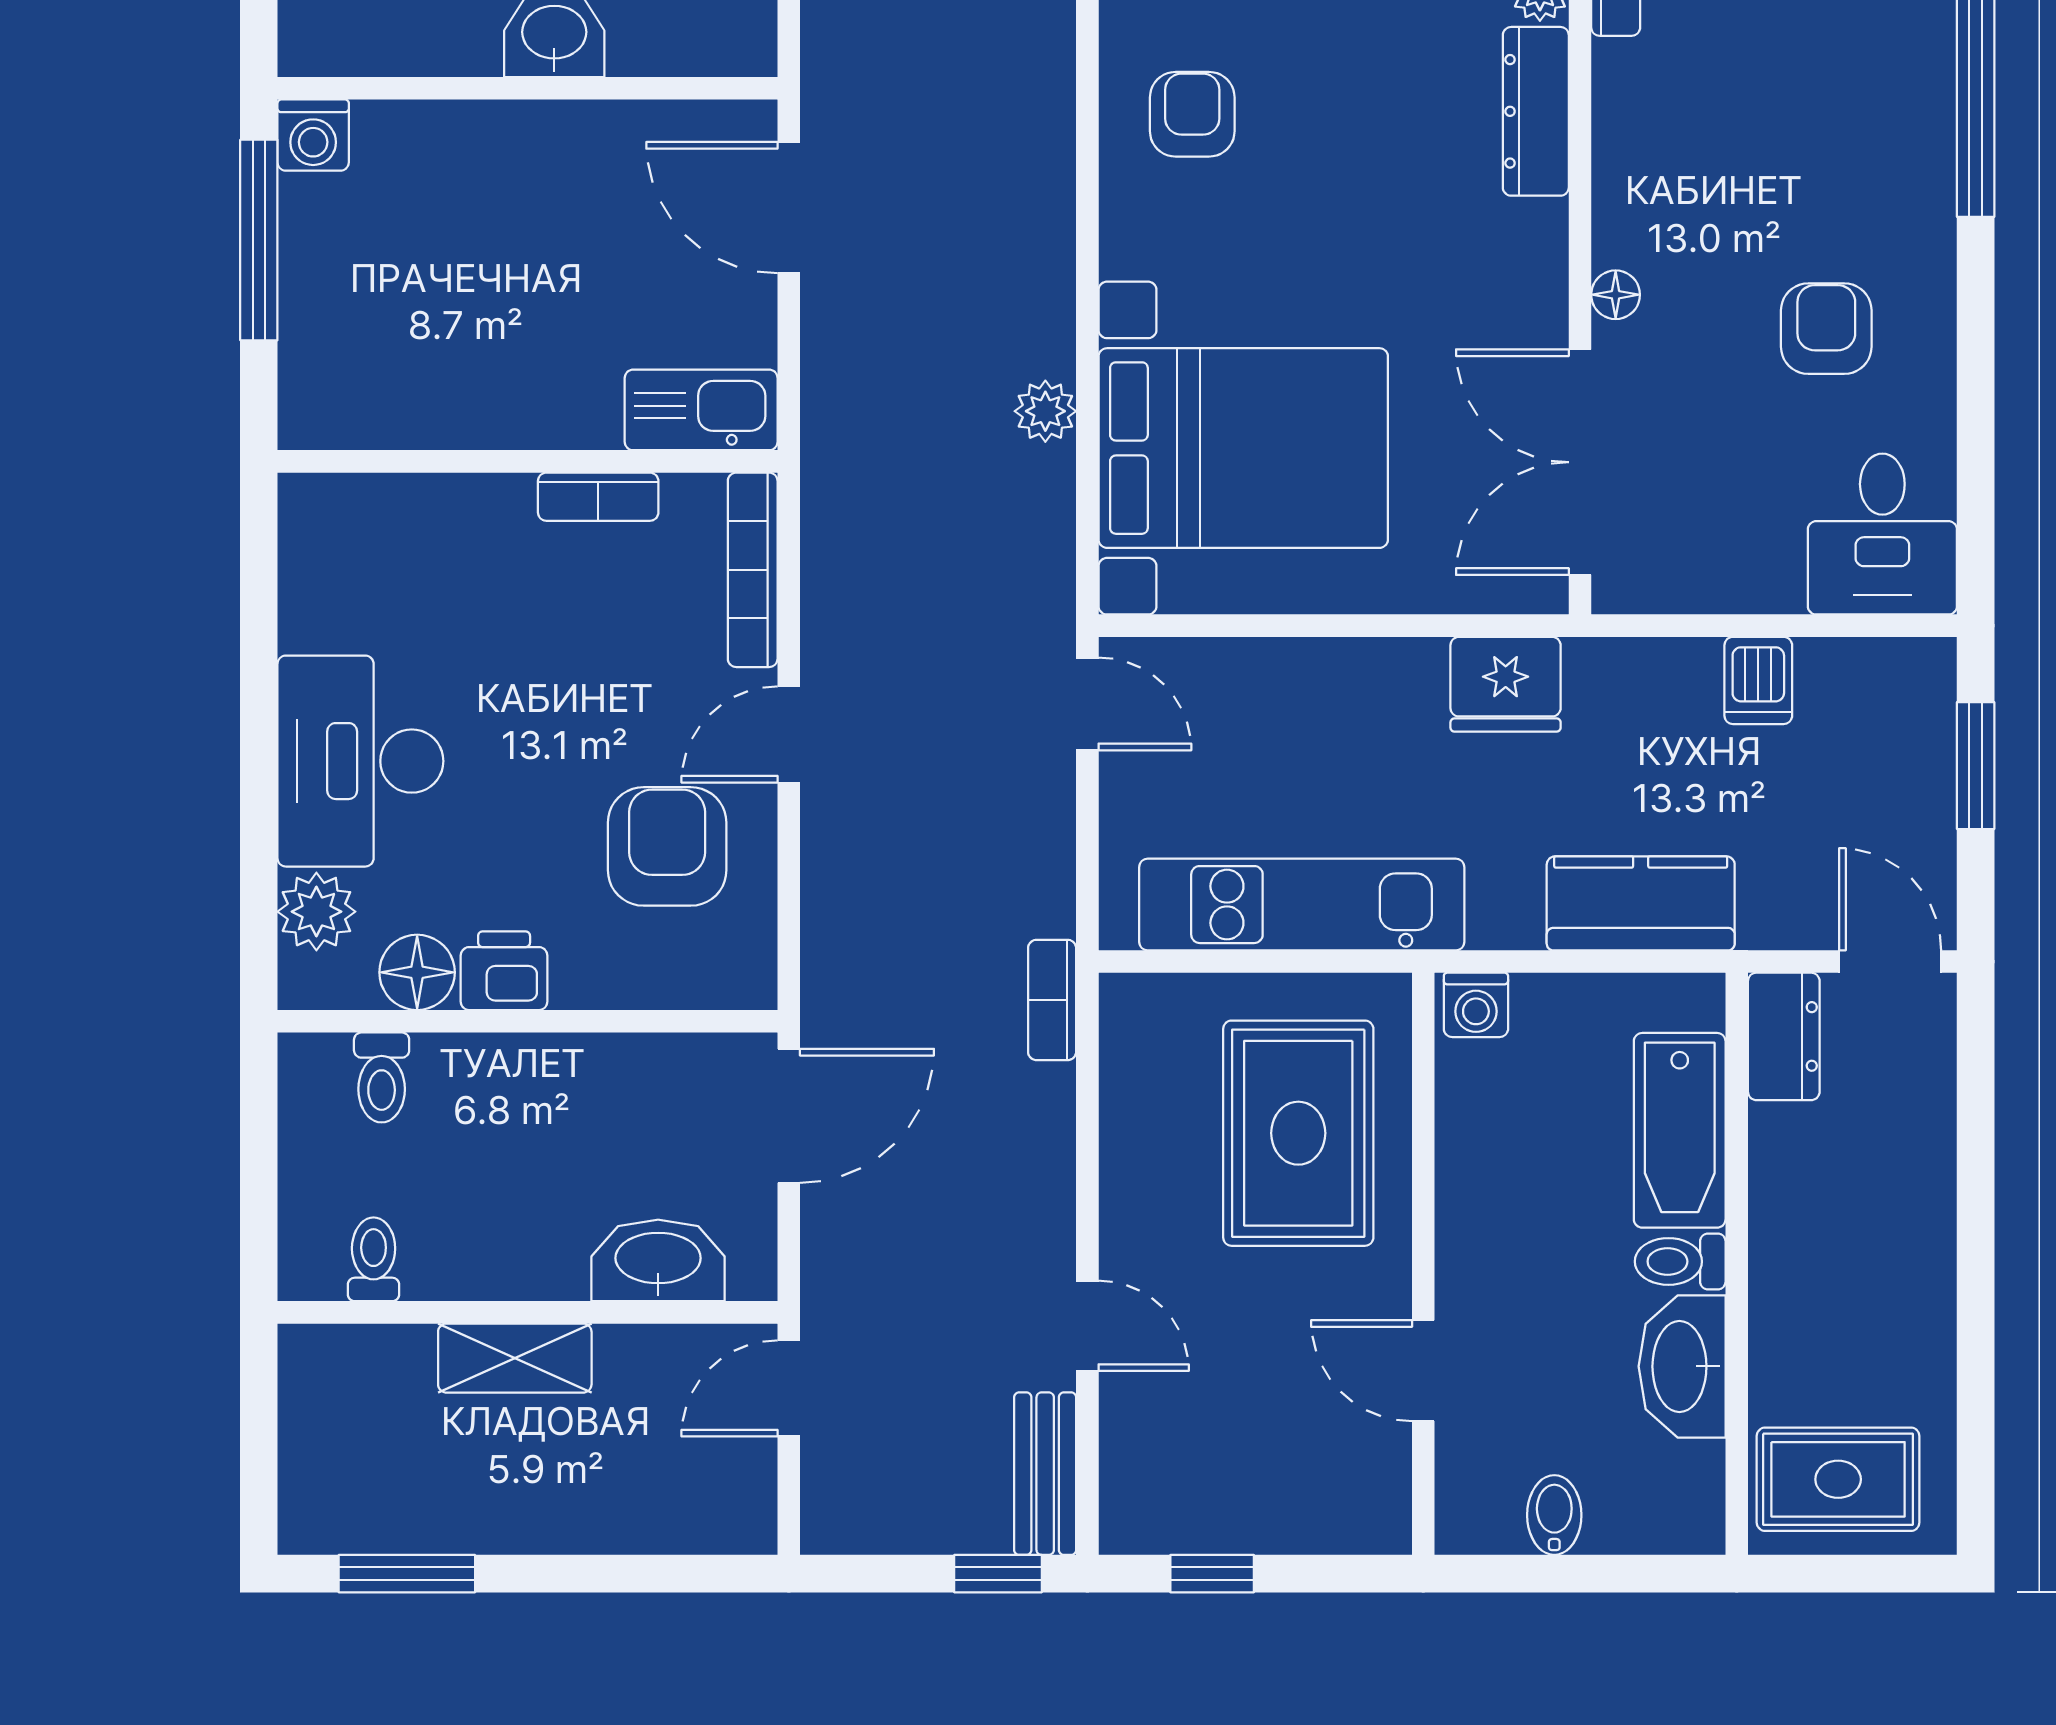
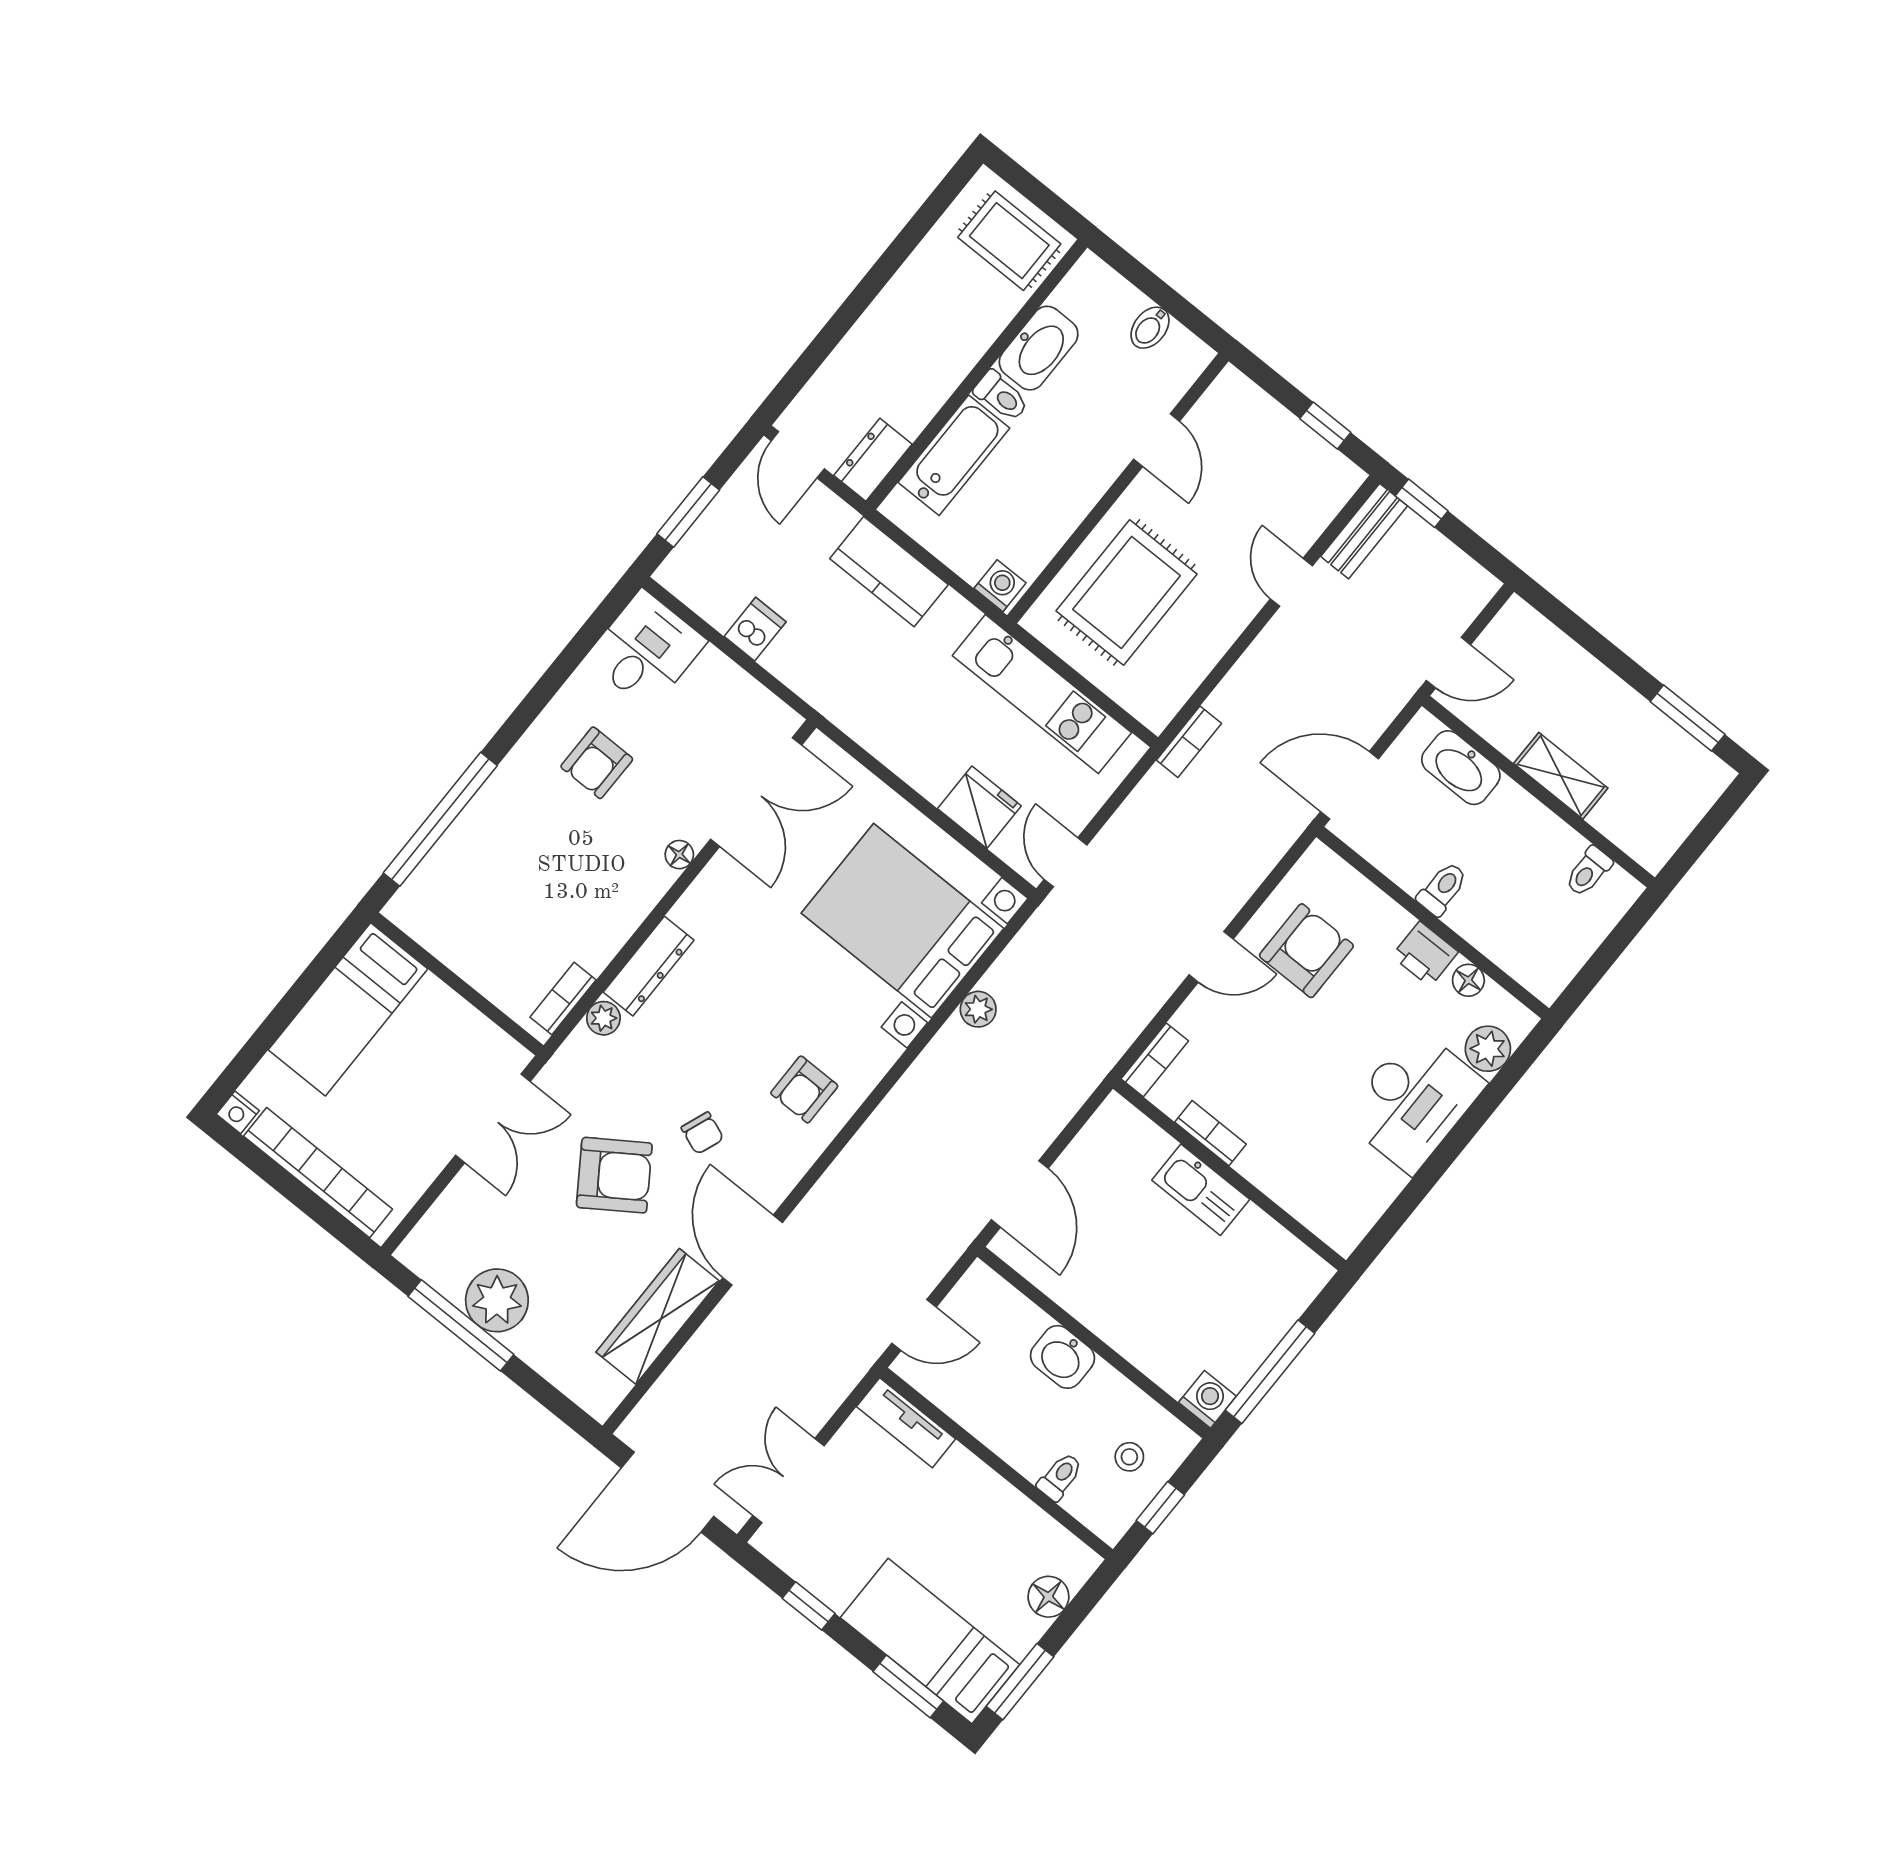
kitchen sink: (701, 410) -> (1201, 1190), moved
bookcase: (753, 570) -> (1155, 1060), width x0.64
fridge: (1506, 684) -> (979, 807), moved
armchair: (667, 846) -> (1306, 951), turned 180
floor lamp: (417, 972) -> (1468, 980), width x0.73, depth x0.73
toilet: (382, 1077) -> (1442, 889), moved

